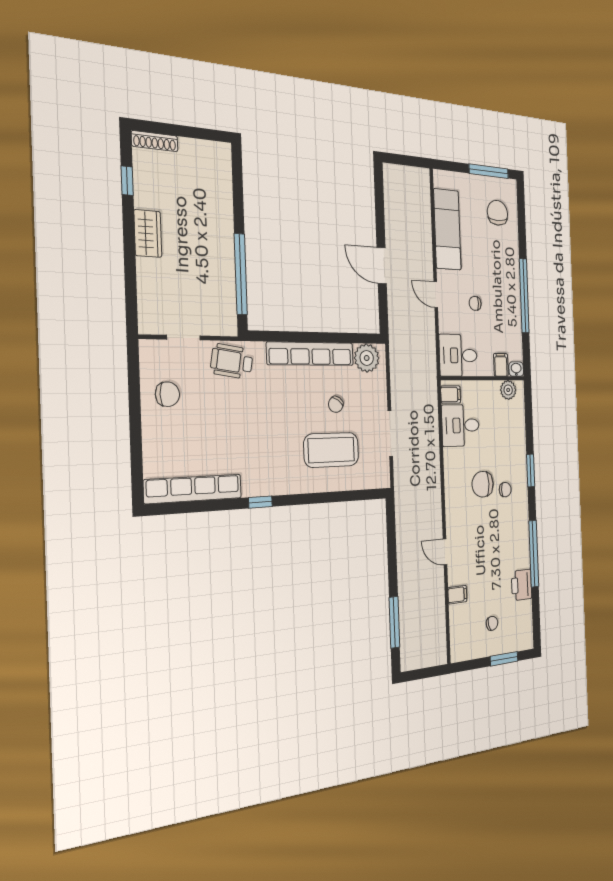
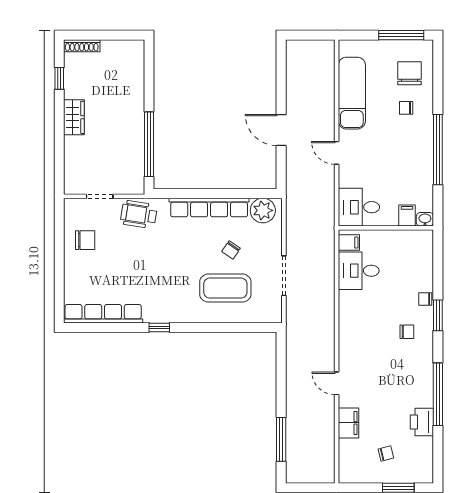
chair: (475, 303) -> (406, 108), moved
plant: (508, 390) -> (415, 239), removed
chair: (483, 484) -> (425, 299), moved, width x0.54, depth x0.54
filing cabinet: (457, 595) -> (348, 423), width x2.00

